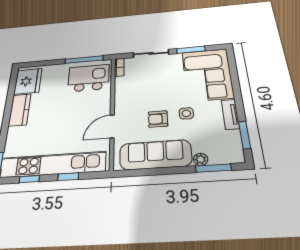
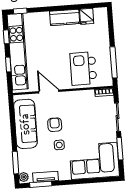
kitchen island: (89, 78) -> (83, 69), moved, turned 180
fridge: (28, 81) -> (87, 16), width x0.53, depth x0.75
tv unit: (230, 114) -> (46, 177), moved
plant: (201, 159) -> (24, 177), moved

